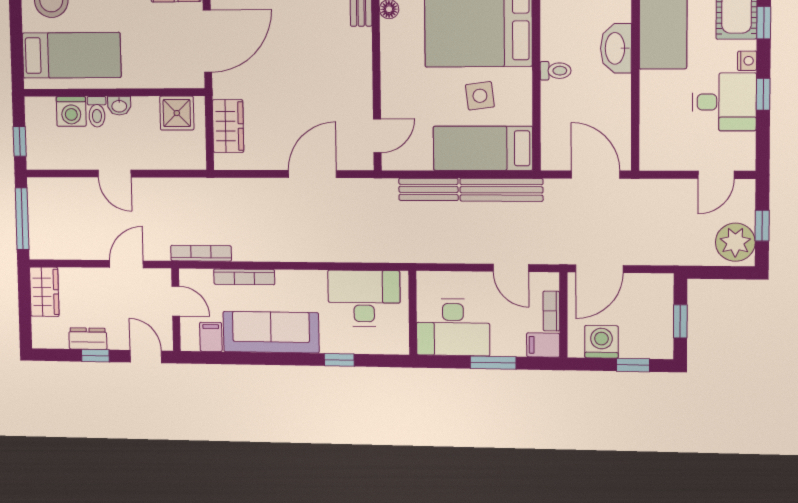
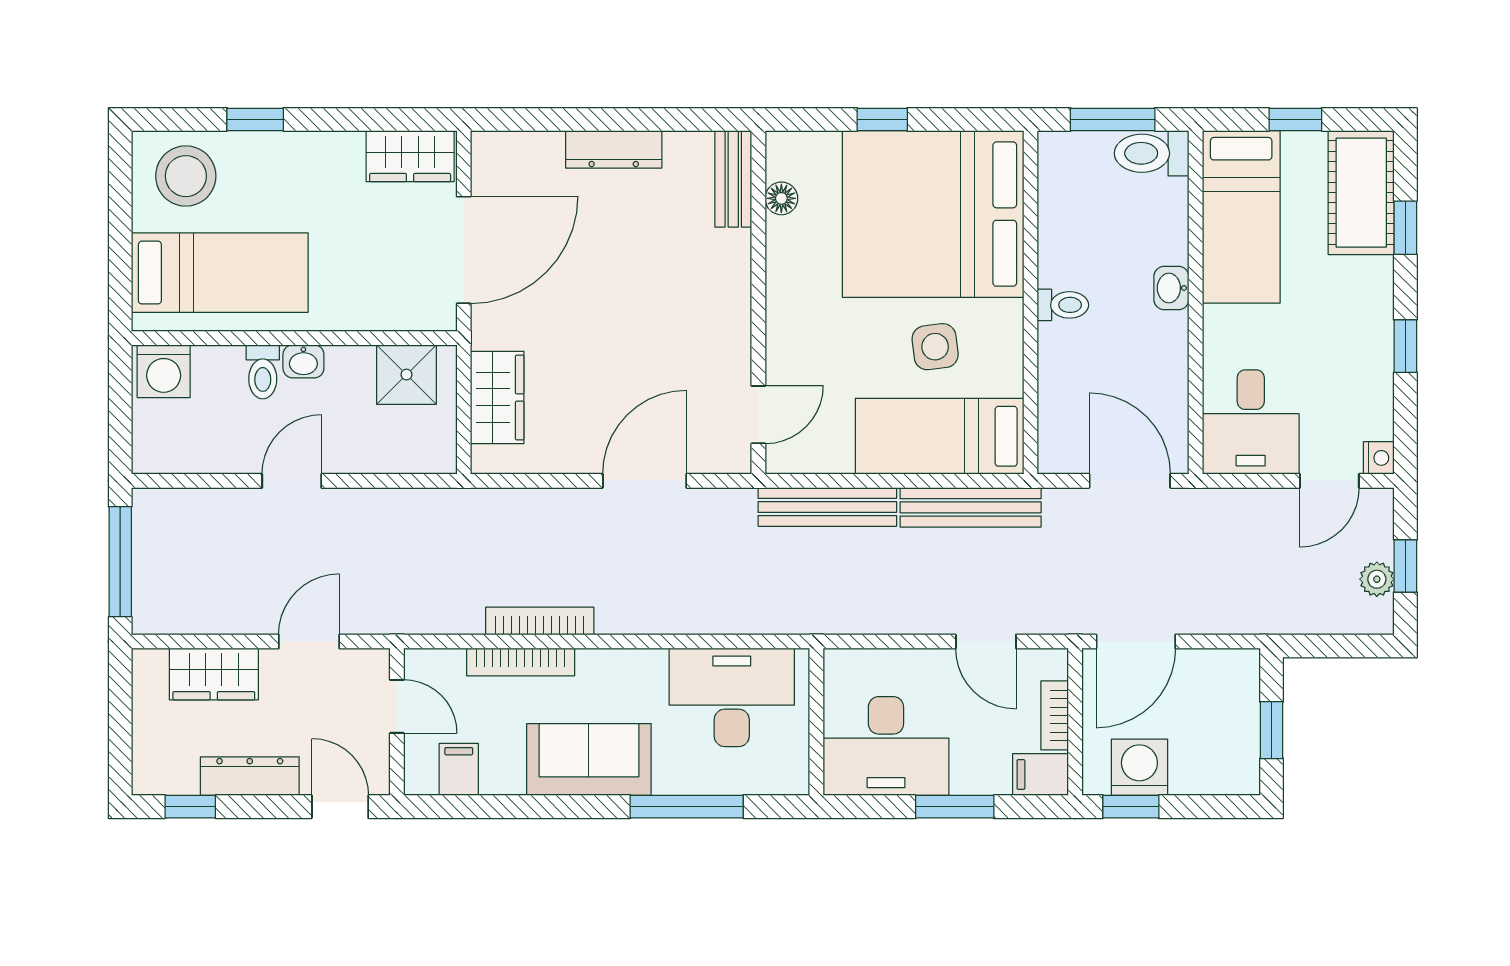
washbasin: (616, 48) -> (1171, 288), width x0.52, depth x0.69
nightstand: (747, 61) -> (1379, 458), moved
desk: (724, 102) -> (1251, 422), moved, turned 90
washing machine: (71, 111) -> (164, 371), moved
window: (20, 141) -> (120, 424), removed
door: (115, 174) -> (292, 481), swing flipped
bench: (428, 189) -> (827, 507), width x1.36
plant: (735, 242) -> (1377, 579), width x0.53, depth x0.53
bookcase: (201, 253) -> (540, 621), moved
wardrobe: (44, 292) -> (214, 674), moved, turned 90
sofa: (271, 332) -> (589, 759), width x0.73
dresser: (88, 339) -> (250, 776), width x1.44
window: (95, 356) -> (190, 807), moved
window: (339, 360) -> (687, 807), width x2.17
window: (633, 365) -> (1131, 807), moved

